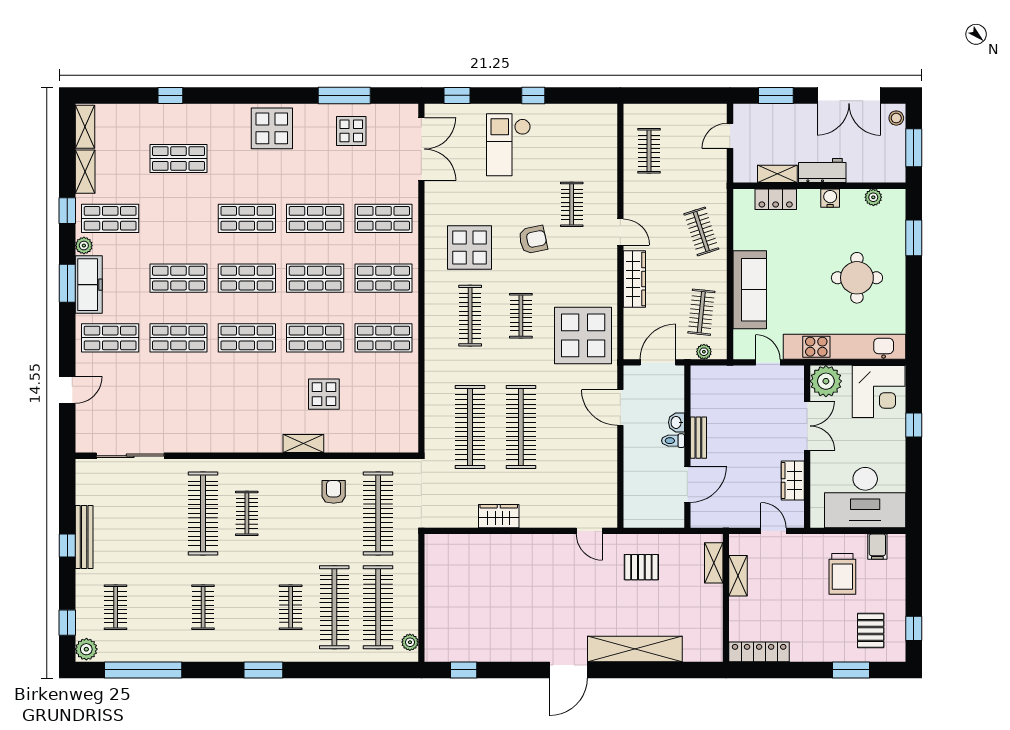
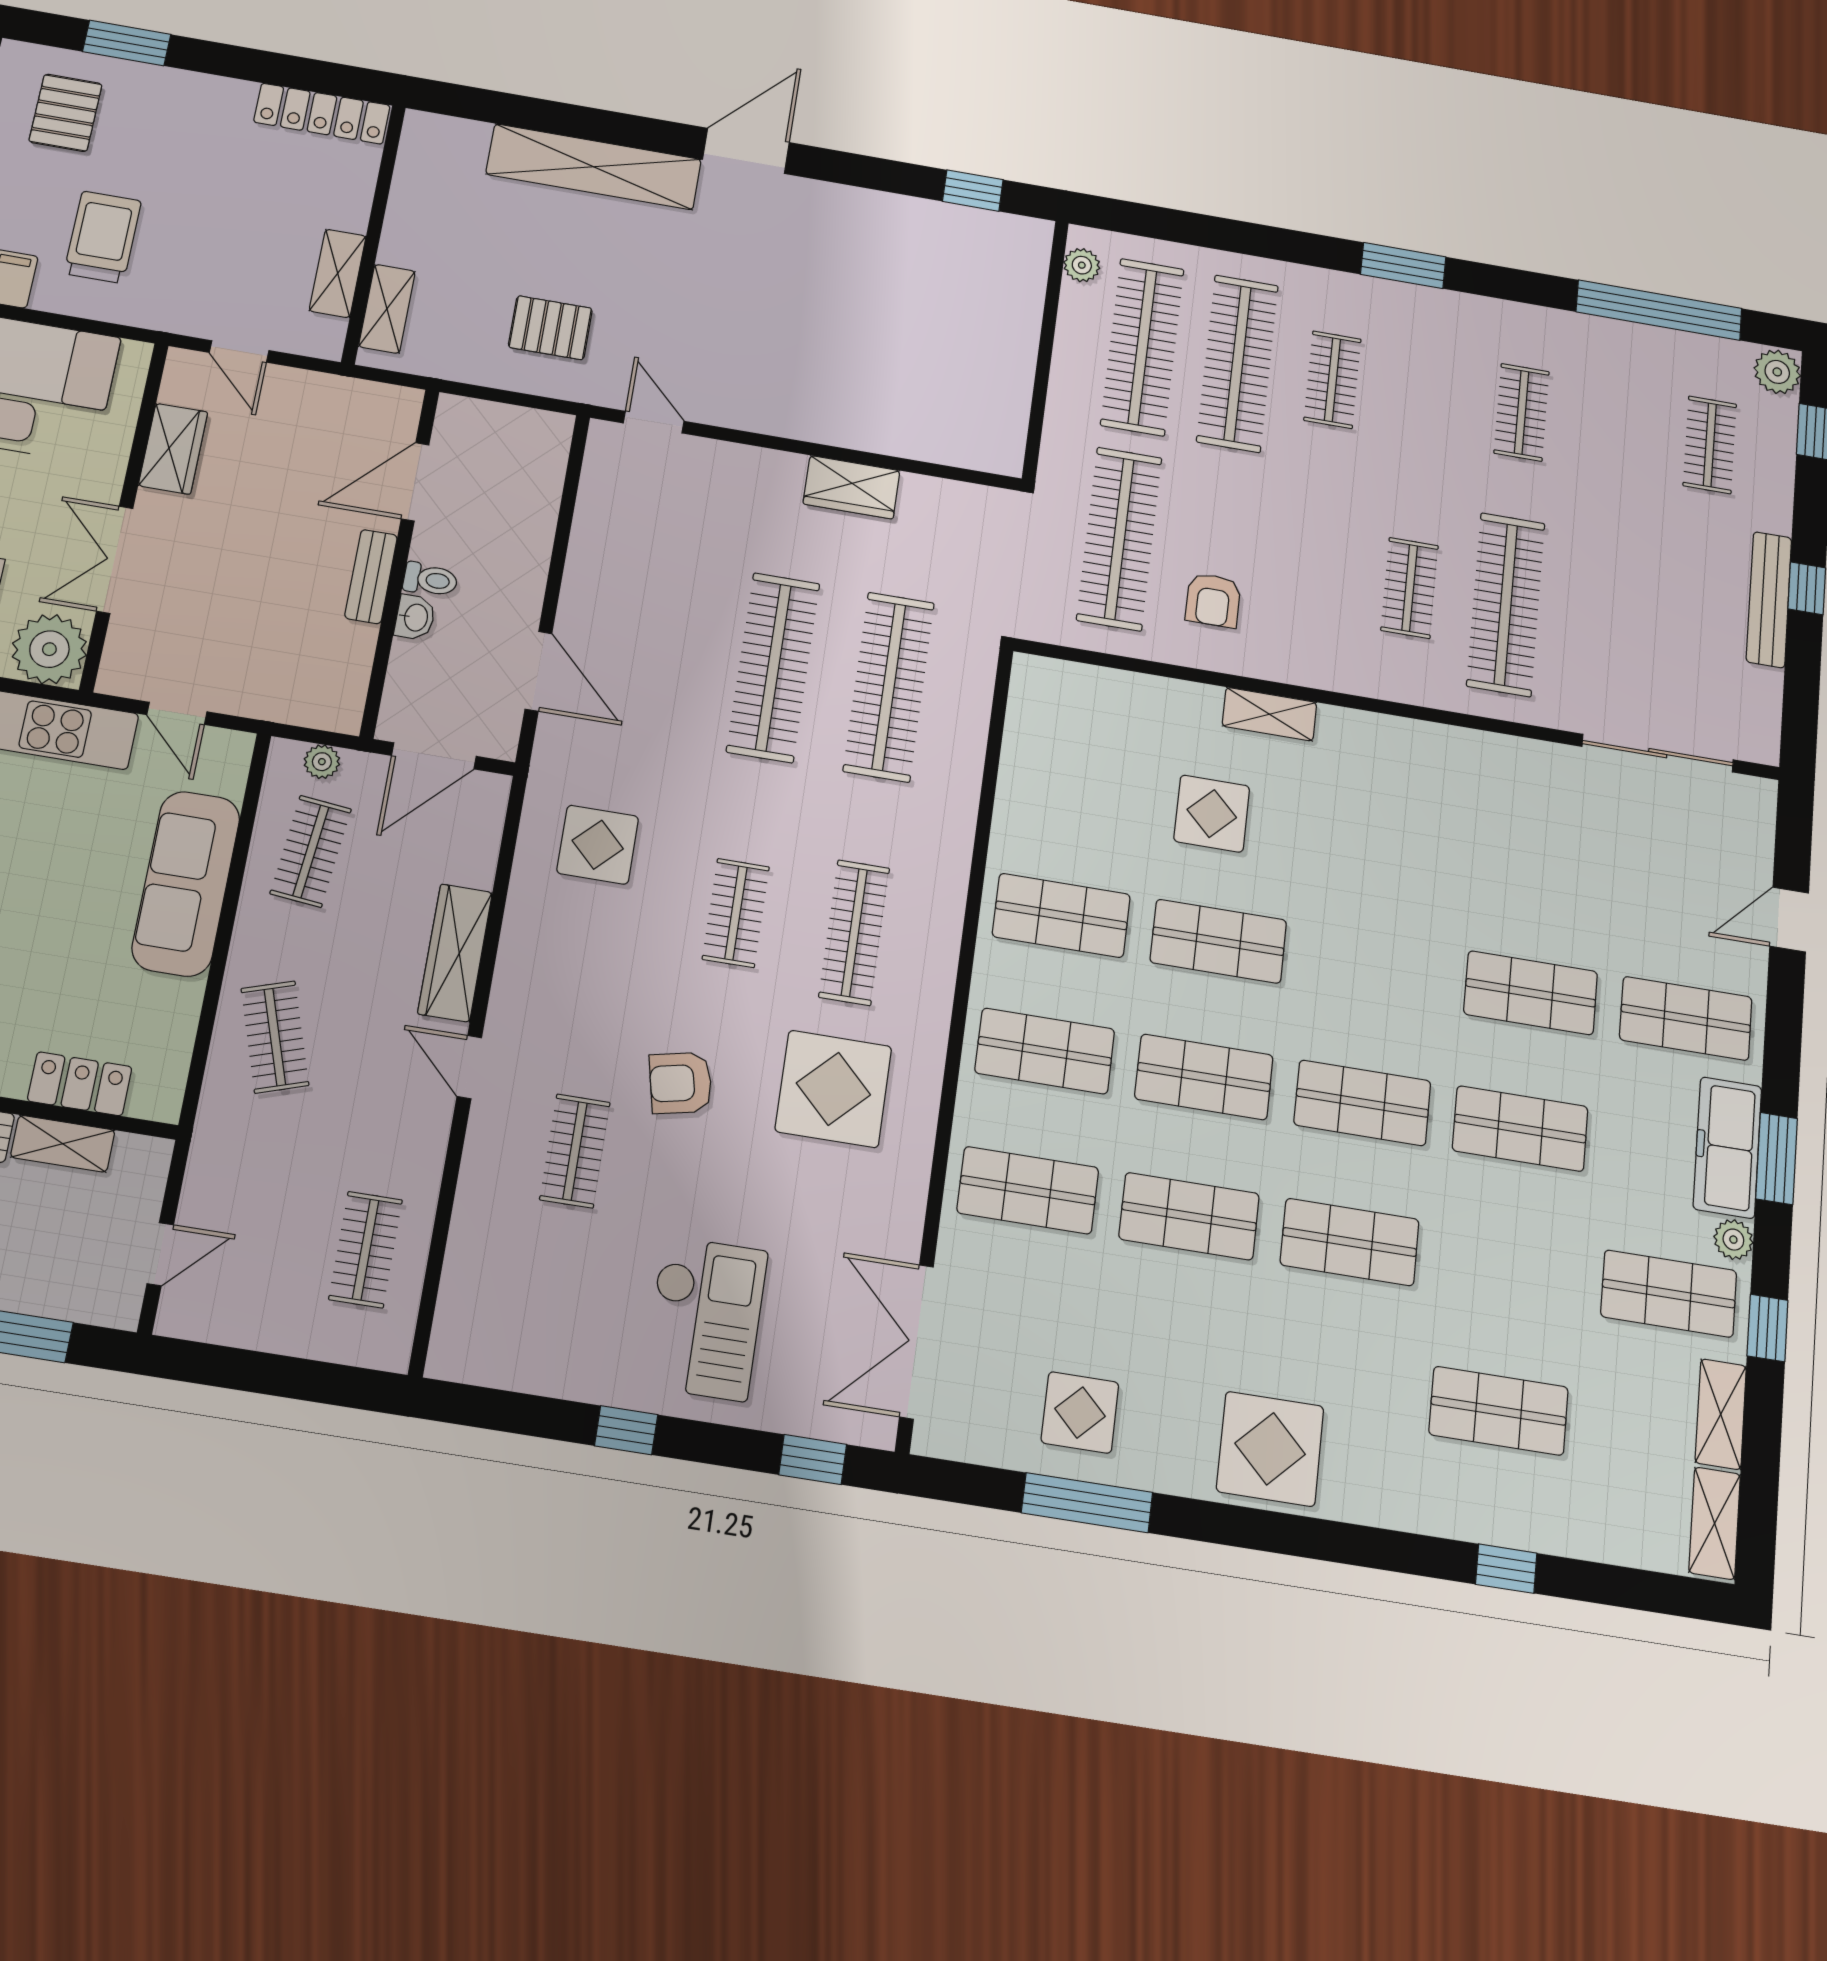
display table: (583, 335) -> (598, 845), width x0.54, depth x0.54
shop shelf: (247, 338) -> (1375, 967), removed

